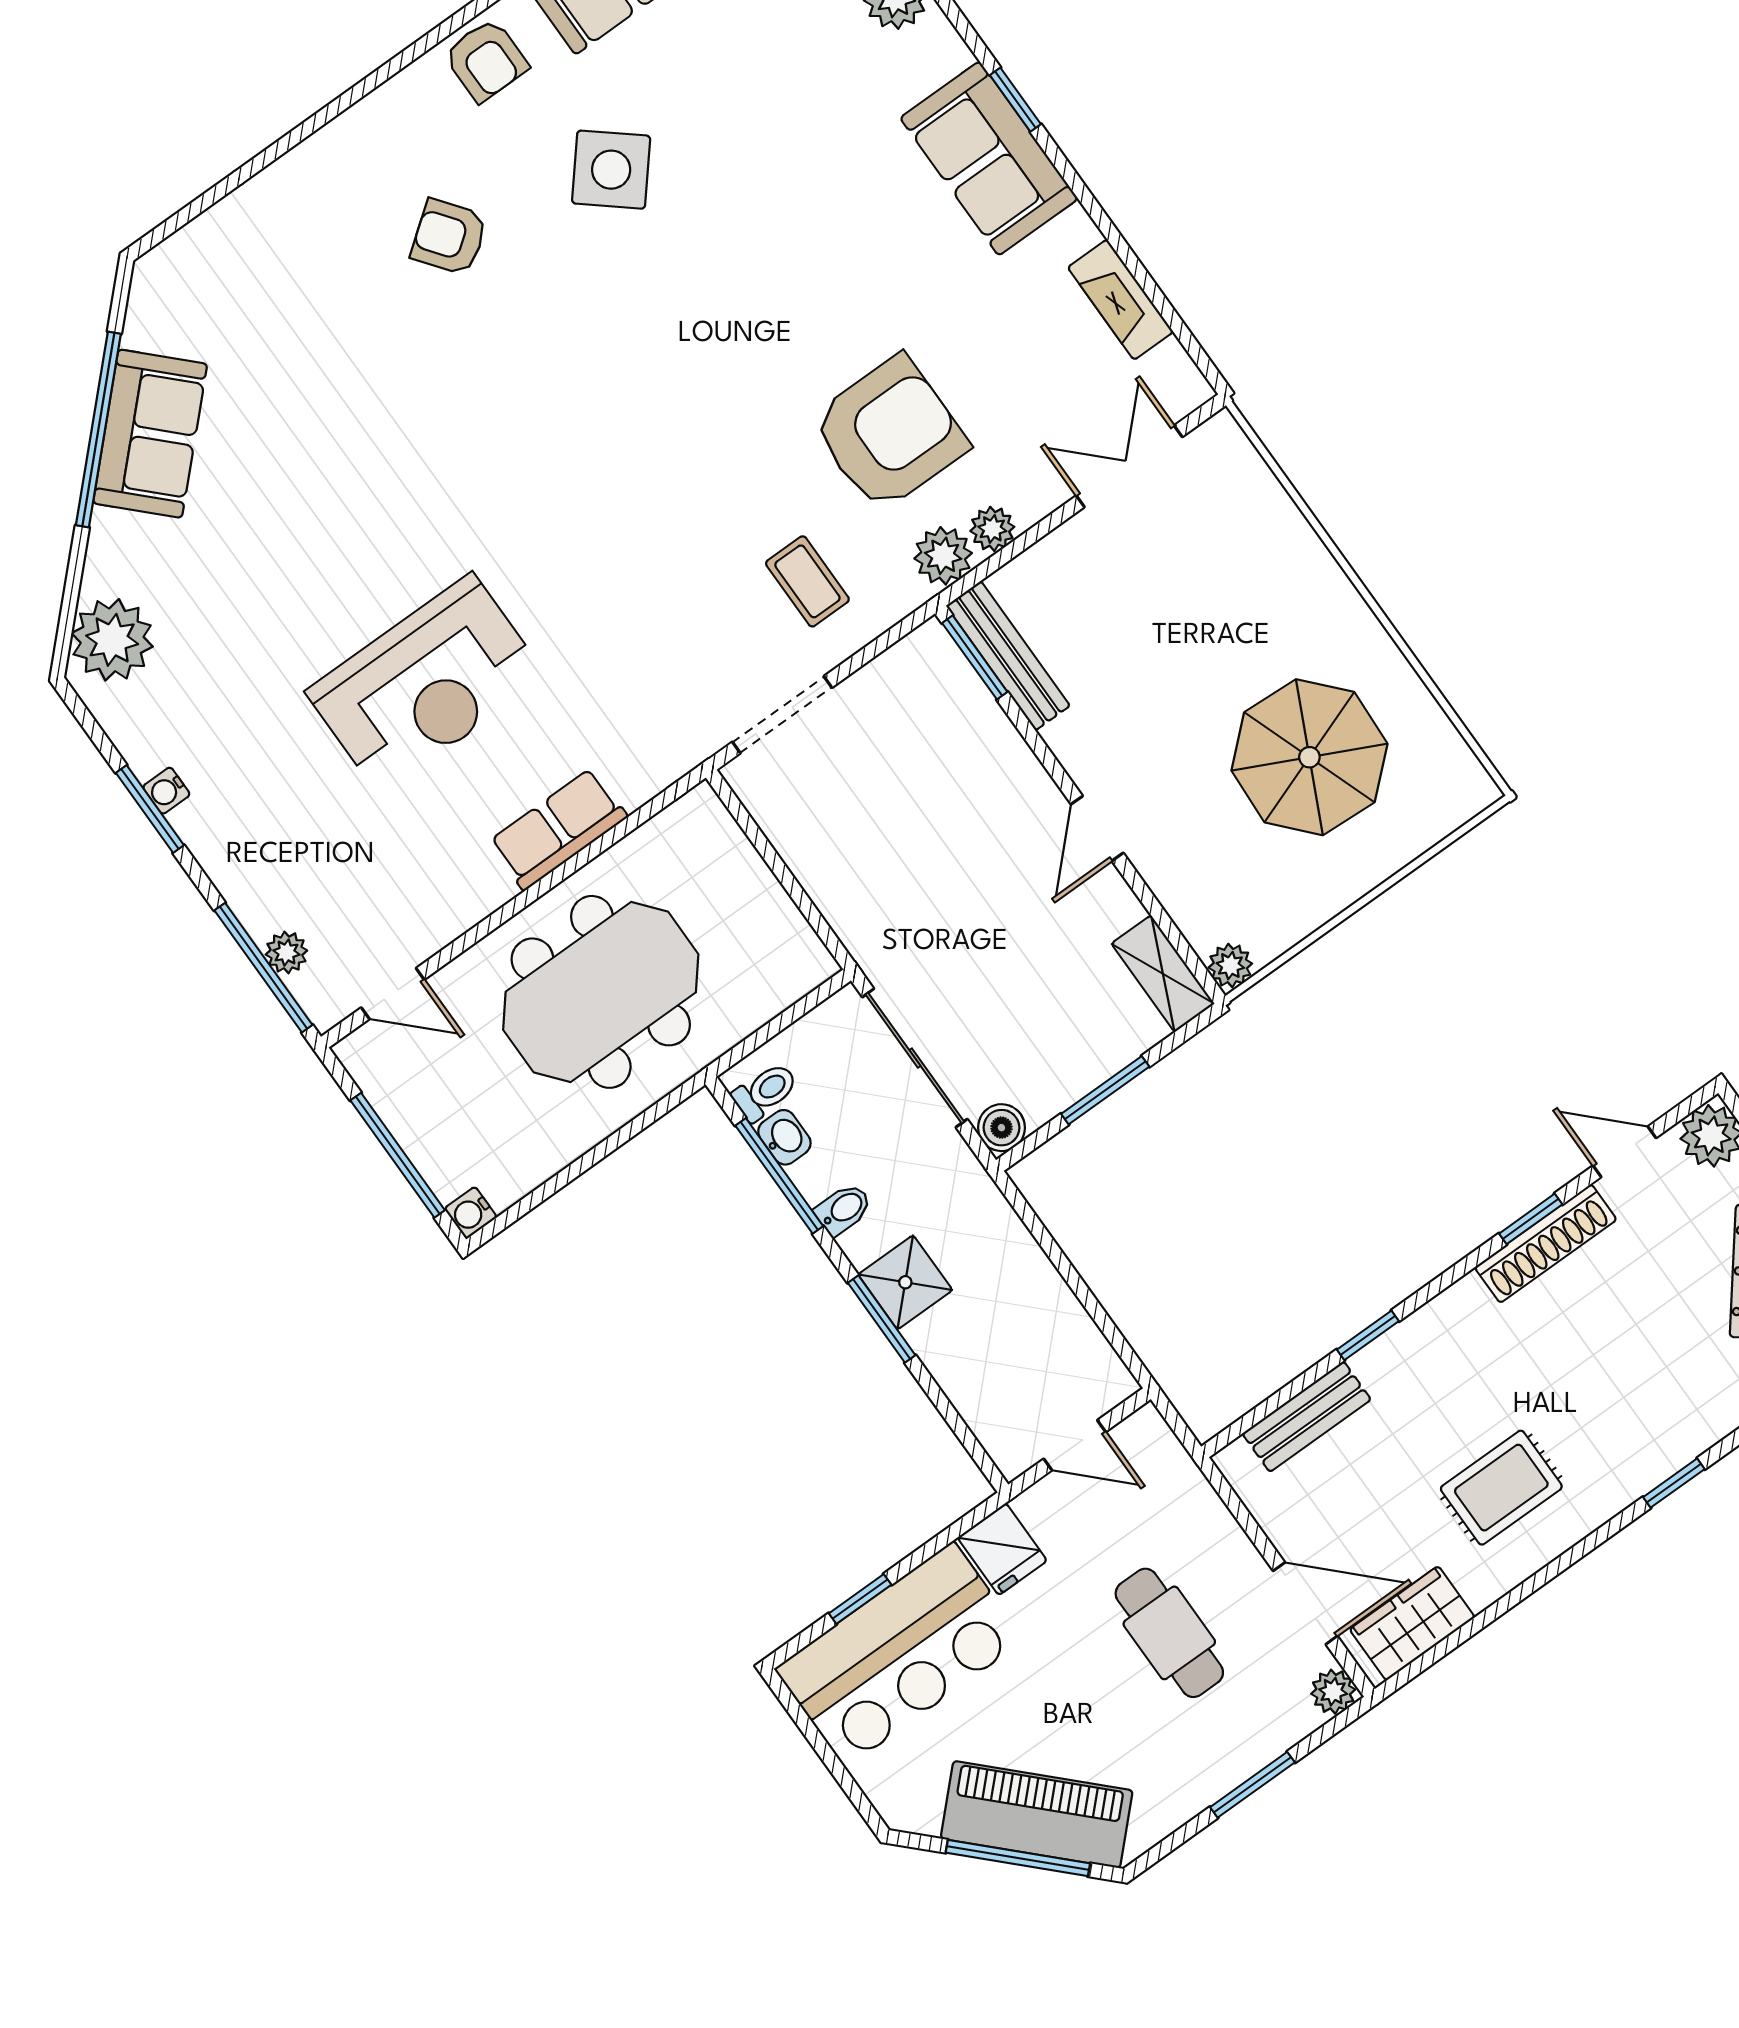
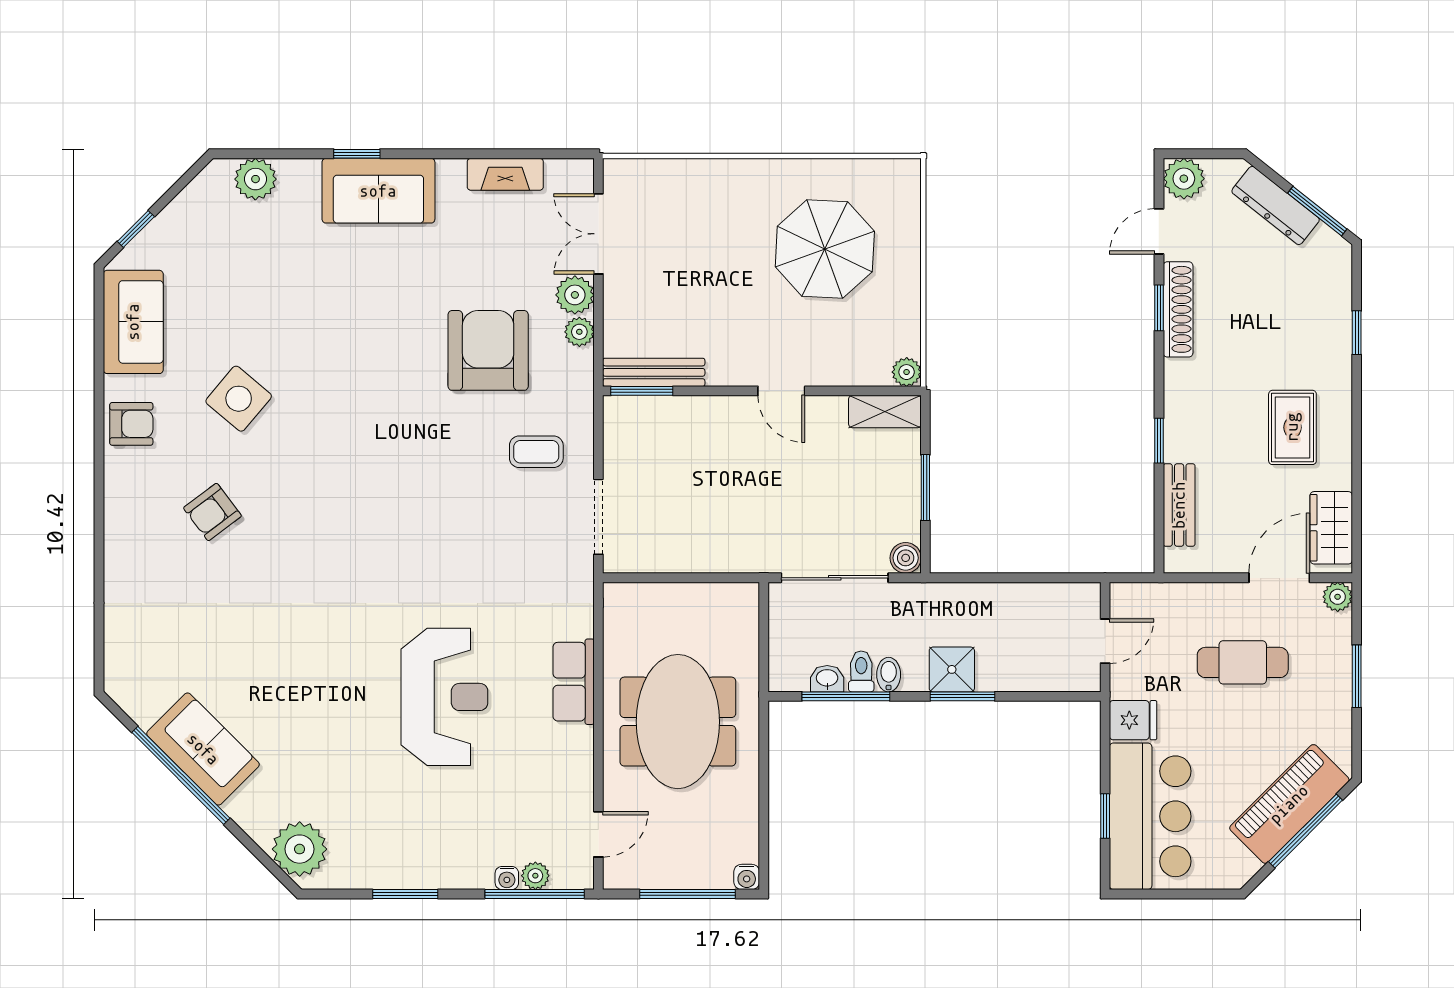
plant: (943, 556) -> (575, 295), moved
water cooler: (166, 791) -> (507, 878), moved
toilet: (765, 1092) -> (861, 671), moved

